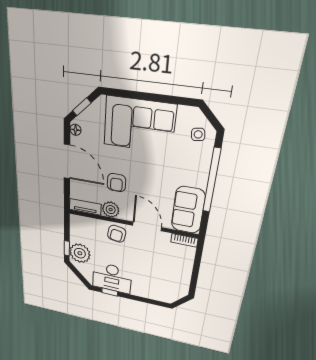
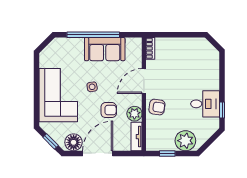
floor lamp: (75, 130) -> (74, 142), width x1.89, depth x1.89
side table: (198, 134) -> (92, 87), moved
sofa: (188, 210) -> (105, 49), moved
window: (67, 248) -> (167, 154), moved
desk: (112, 278) -> (205, 104), width x0.73

